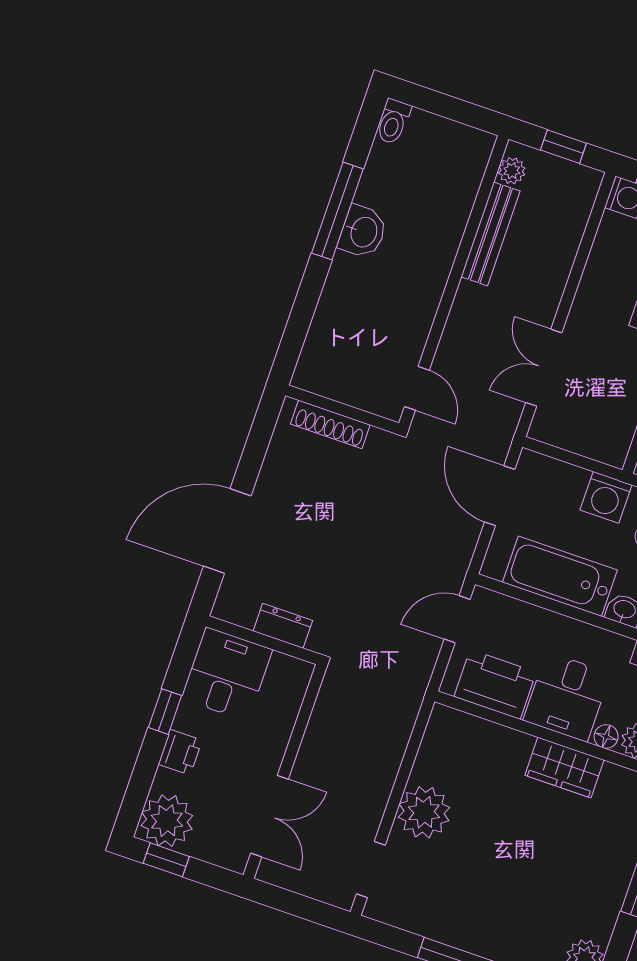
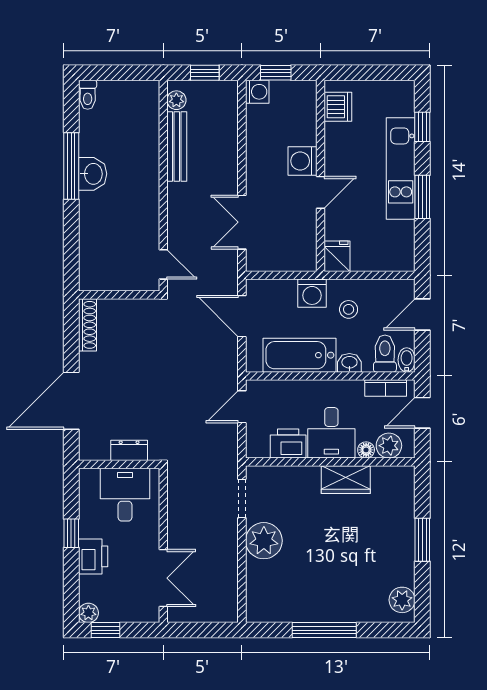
shoe rack: (330, 424) -> (87, 325), moved, turned -90
desk: (227, 674) -> (125, 495), moved
printer: (495, 684) -> (288, 444), width x0.73, depth x0.84
printer: (180, 752) -> (93, 556), width x1.36, depth x1.24
plant: (167, 821) -> (88, 613), width x0.53, depth x0.53
doorway: (371, 870) -> (242, 498), moved

